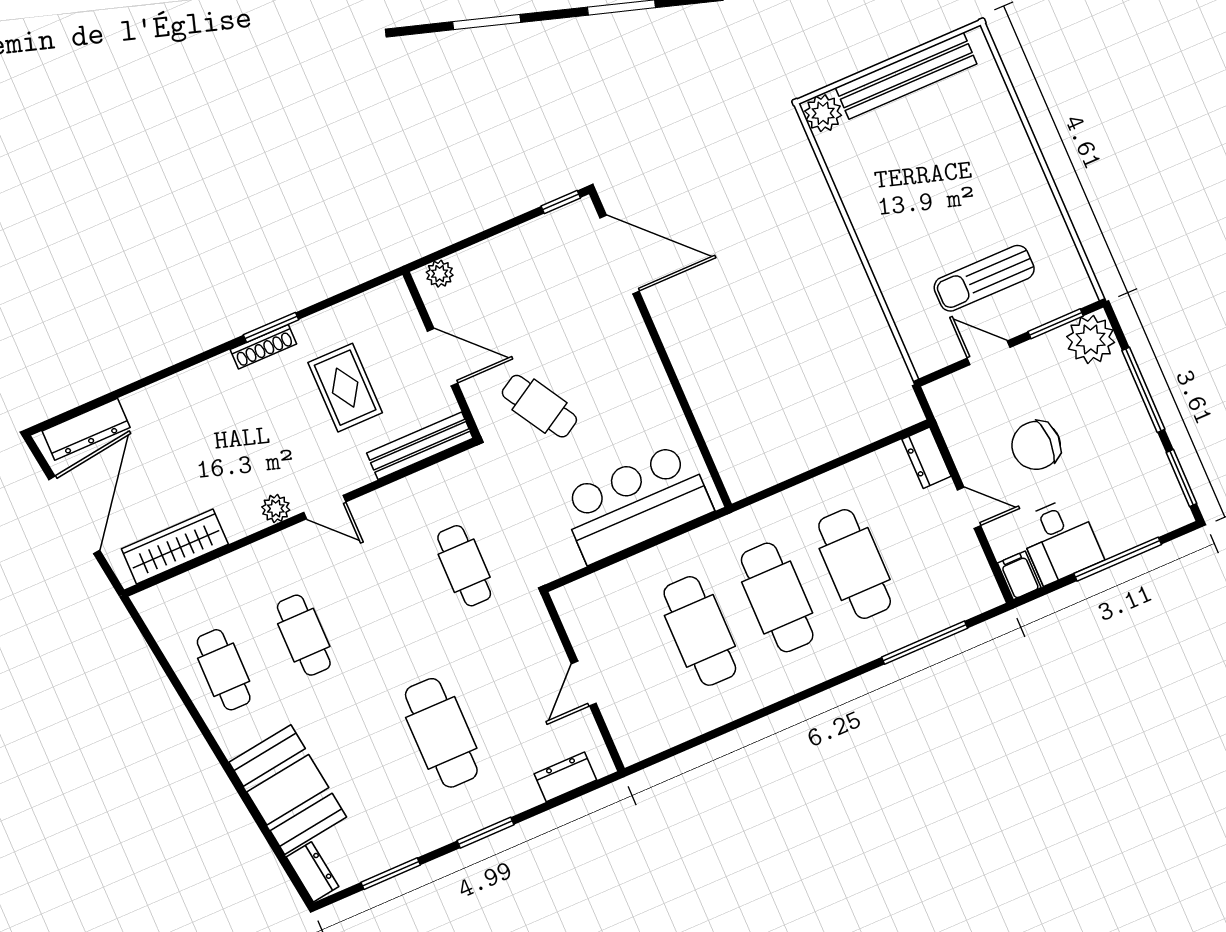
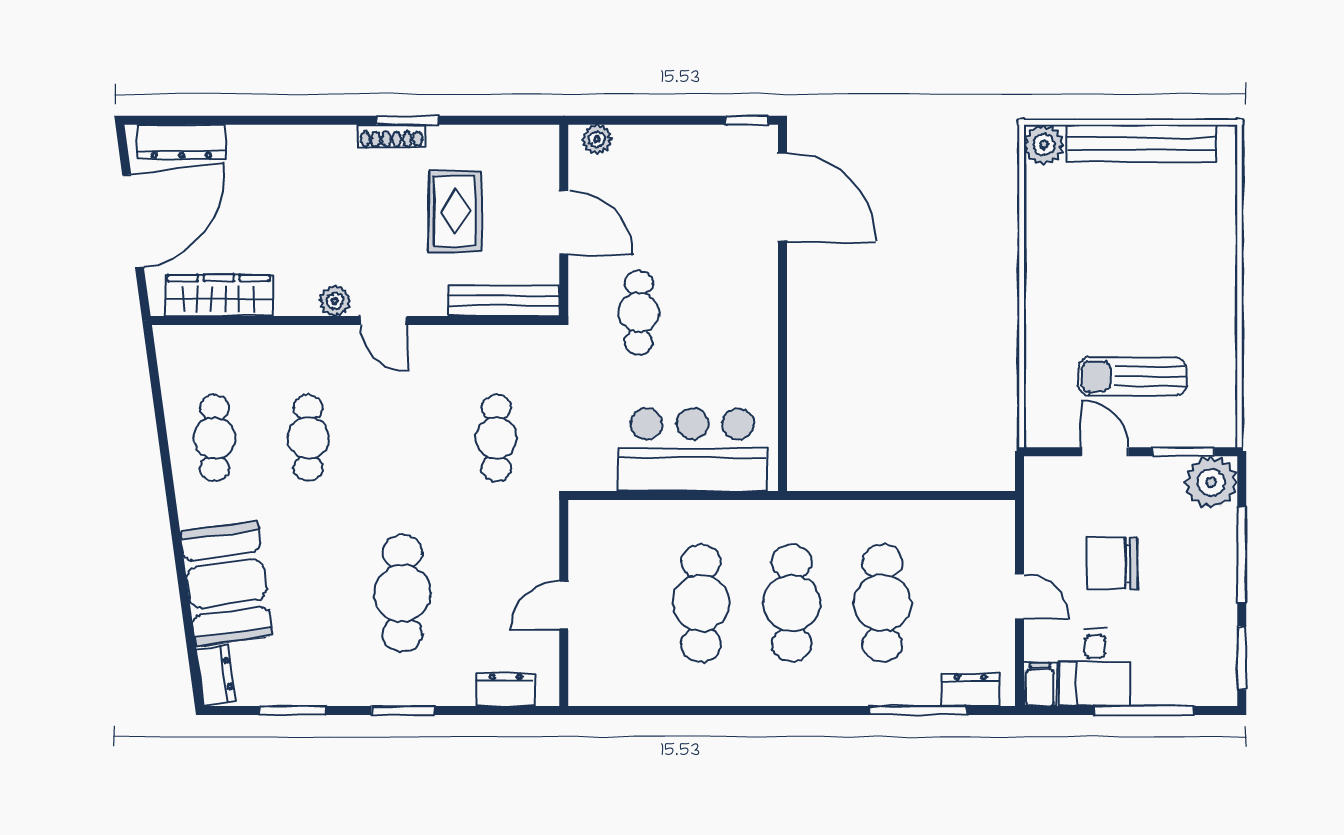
cafe table: (539, 406) -> (639, 313), turned 31
dresser: (927, 458) -> (971, 690), moved, turned 90

